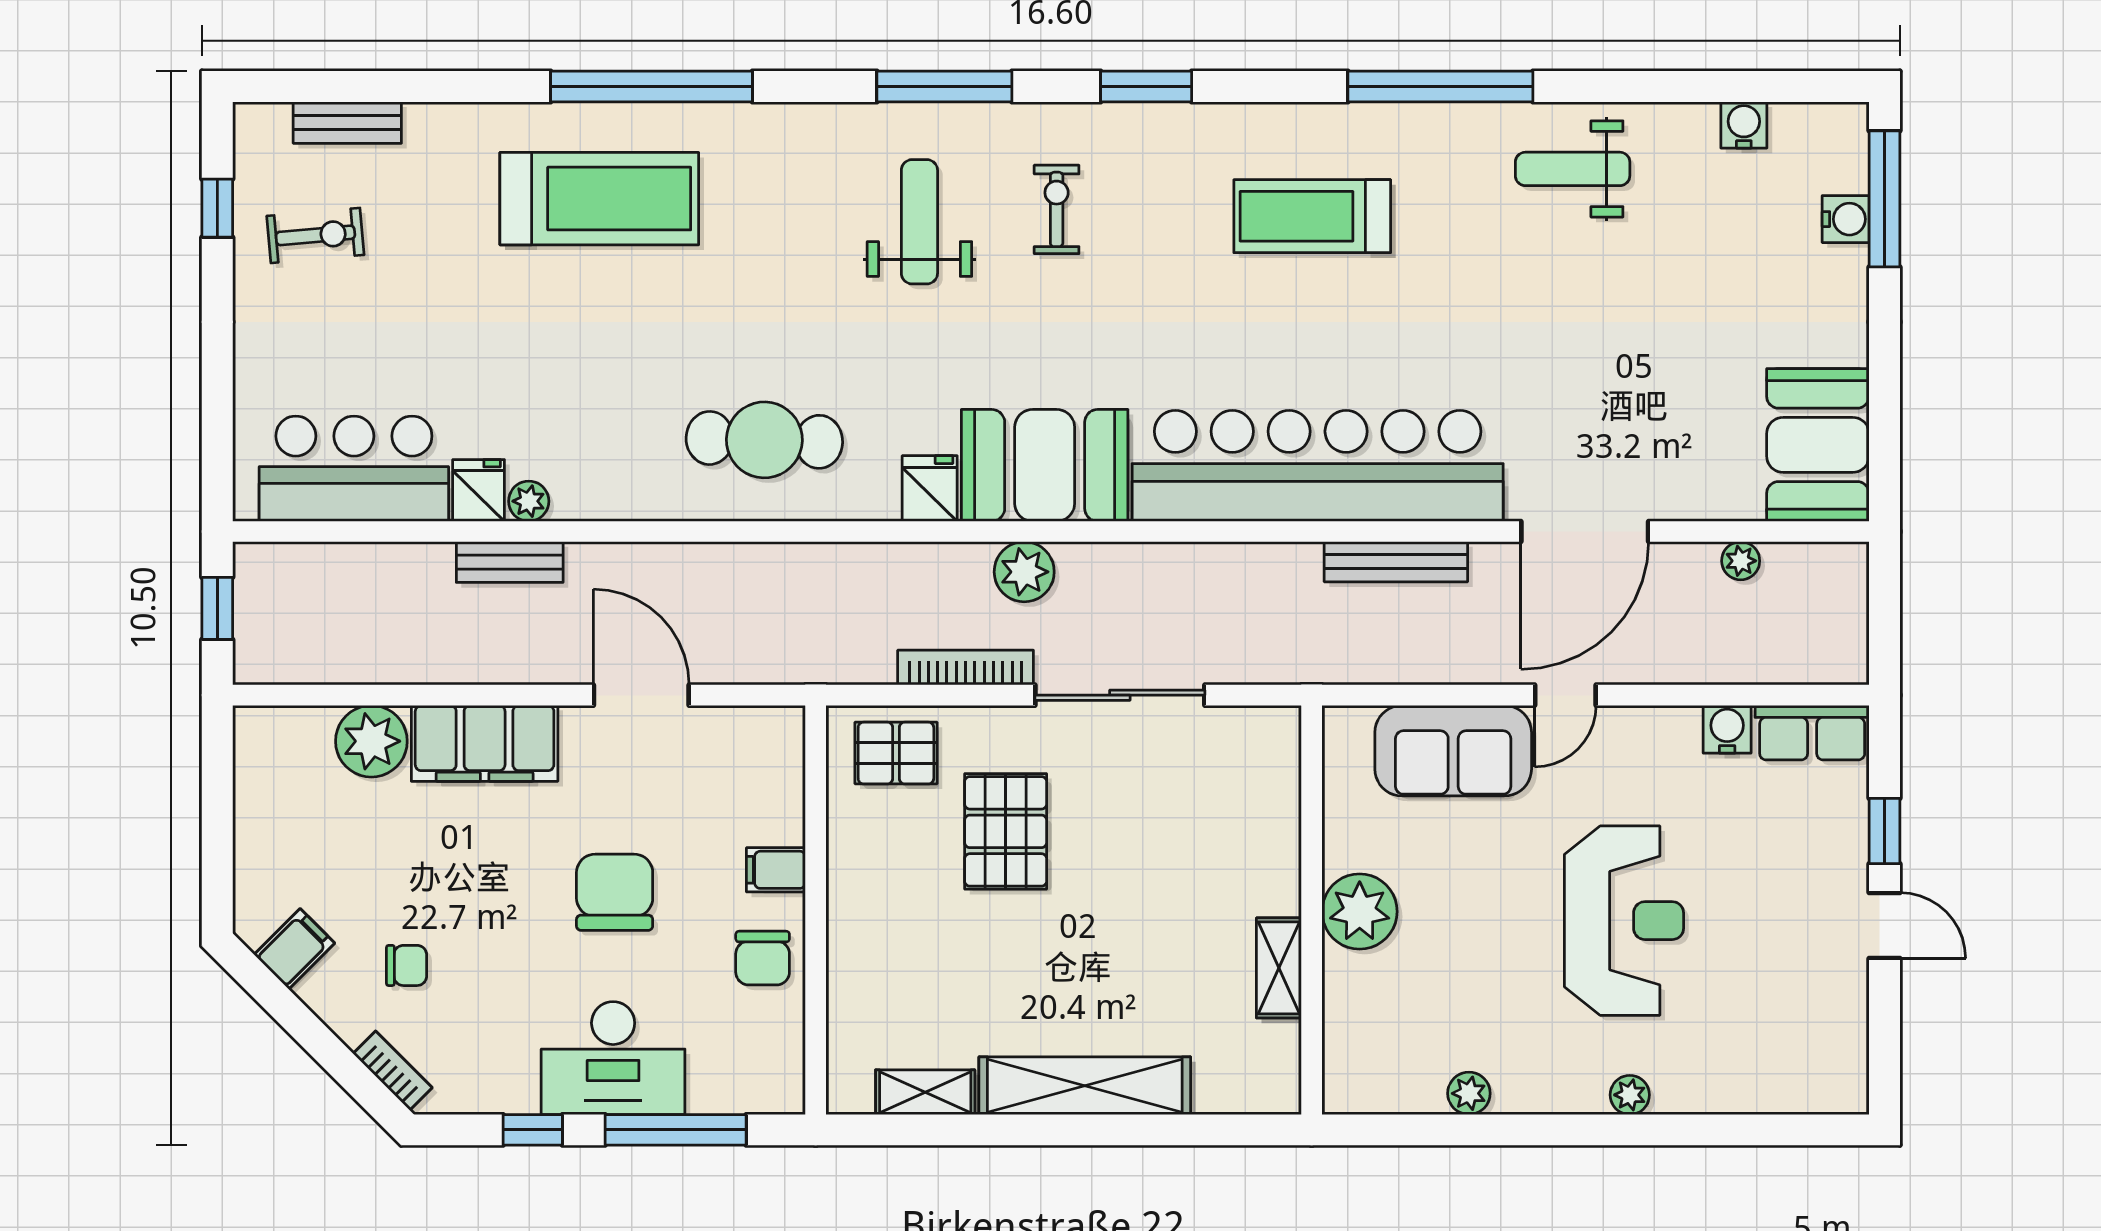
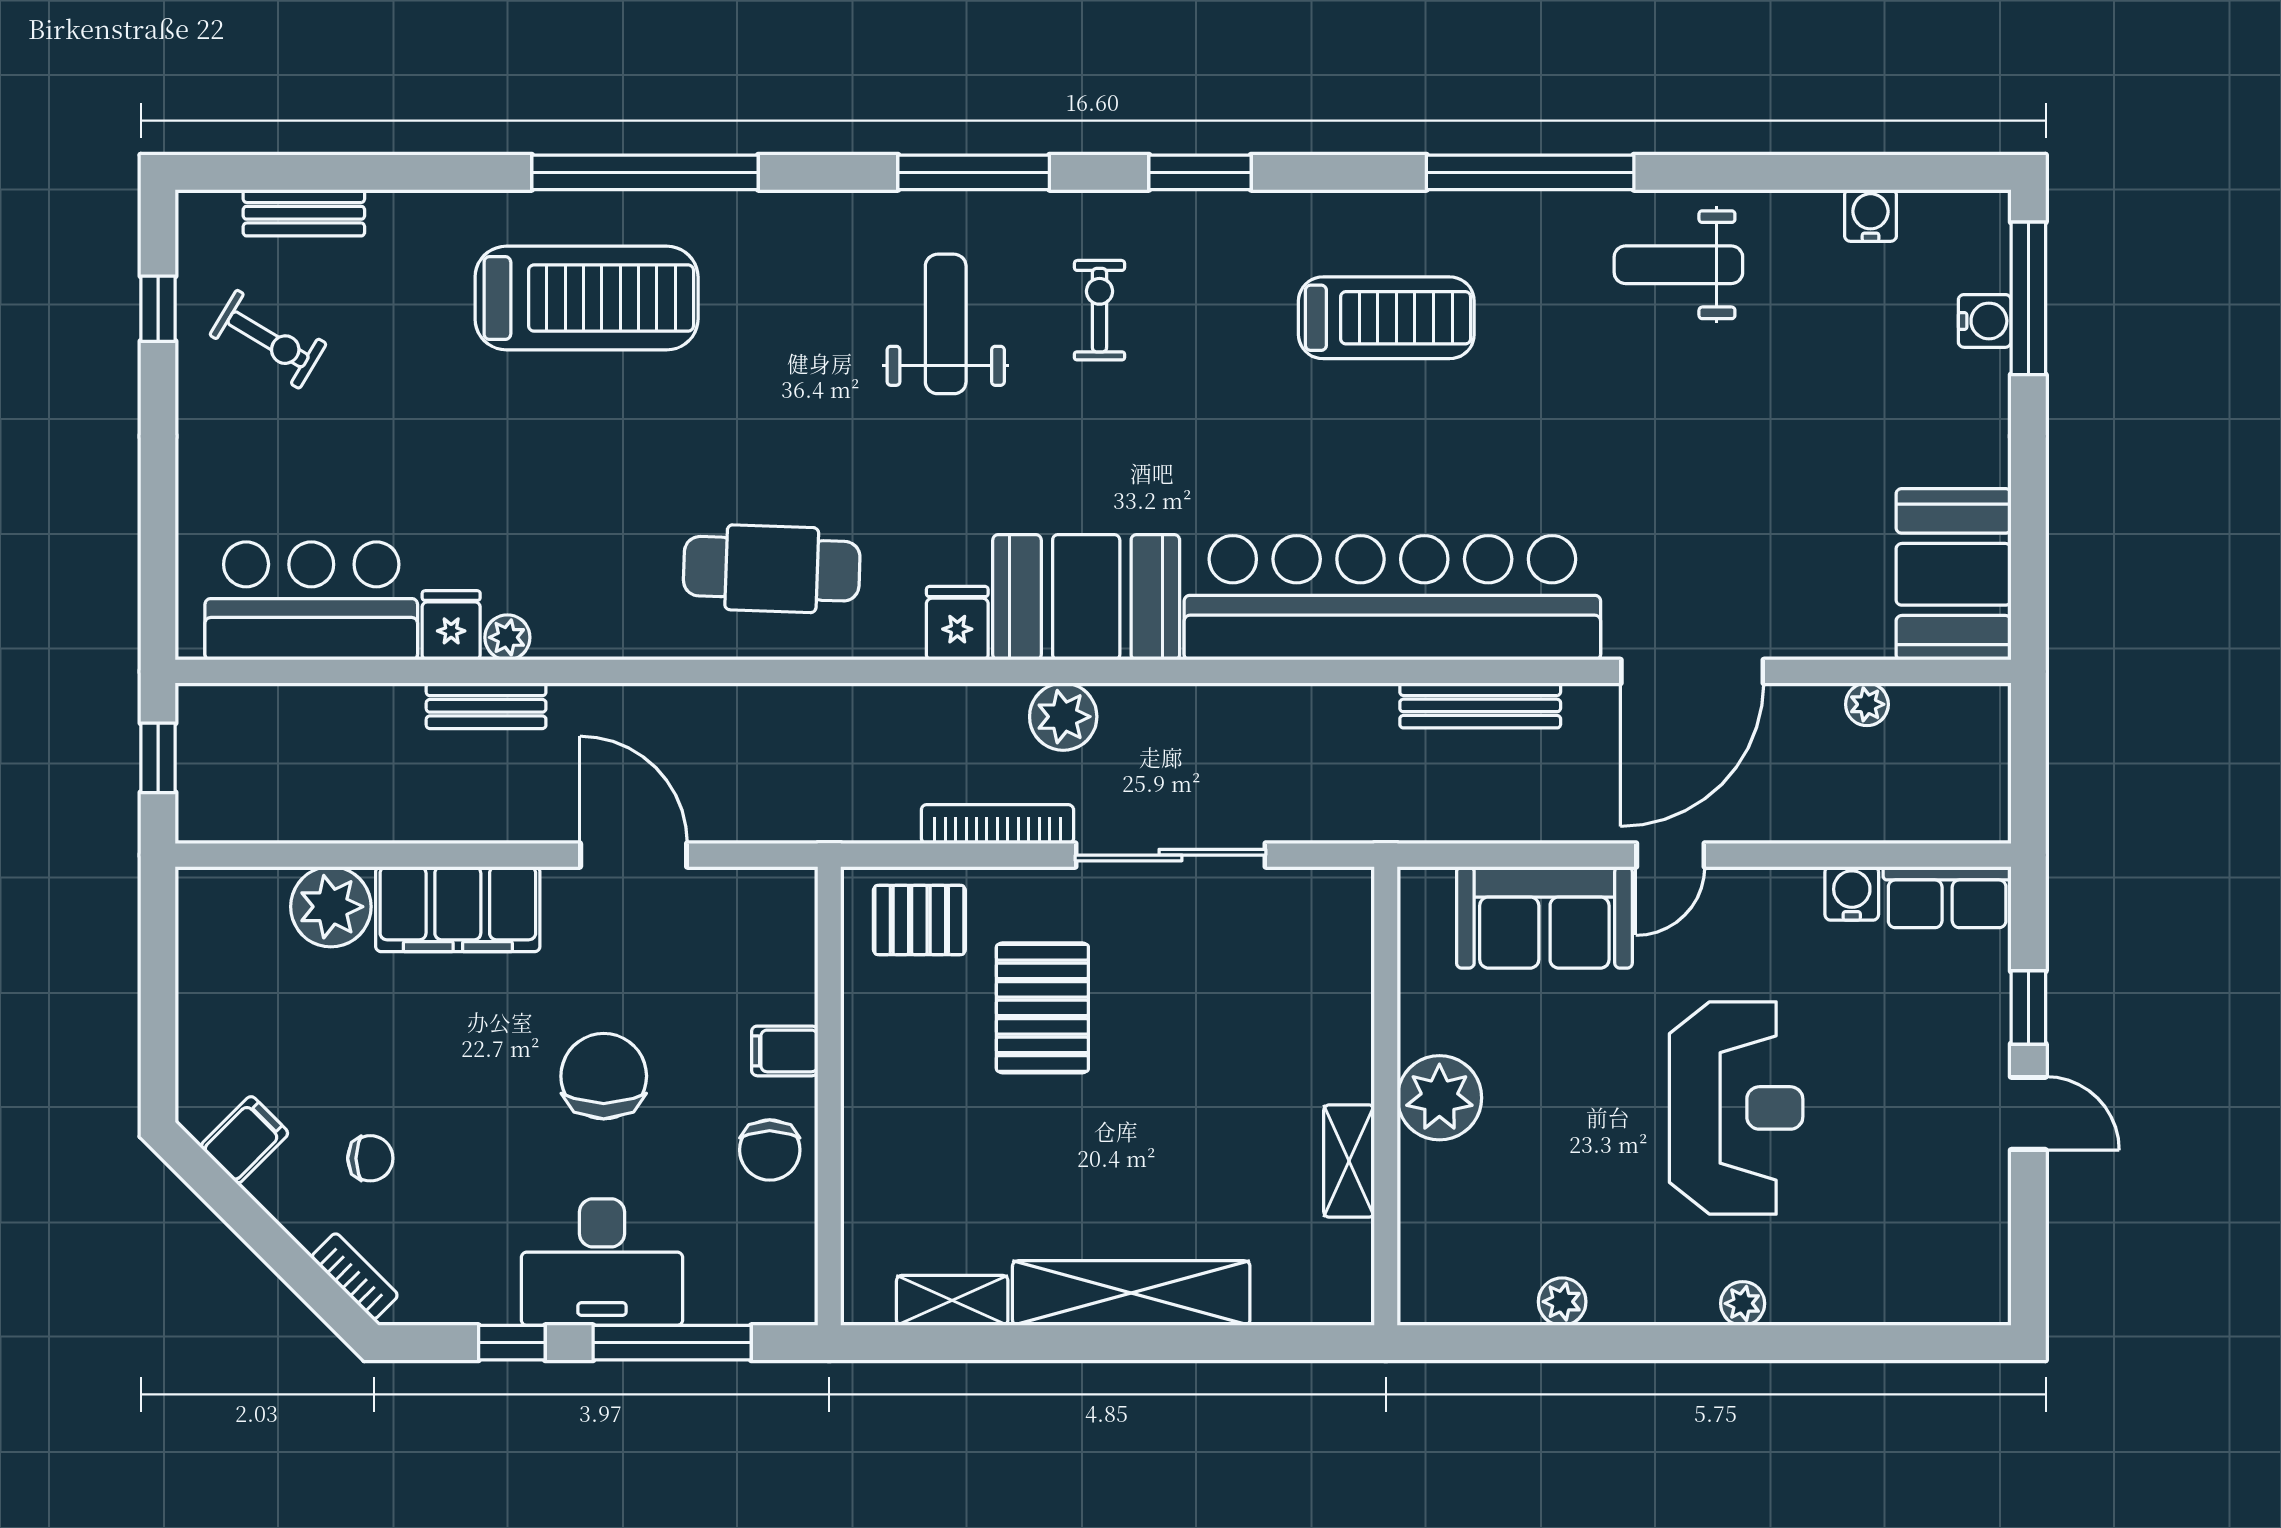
treadmill: (1312, 216) -> (1386, 318), turned 180
exercise bike: (315, 235) -> (268, 339), turned 36

